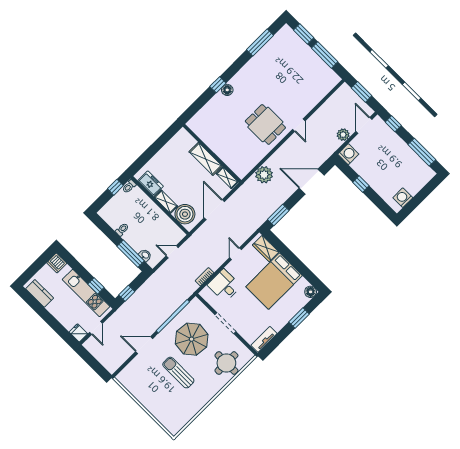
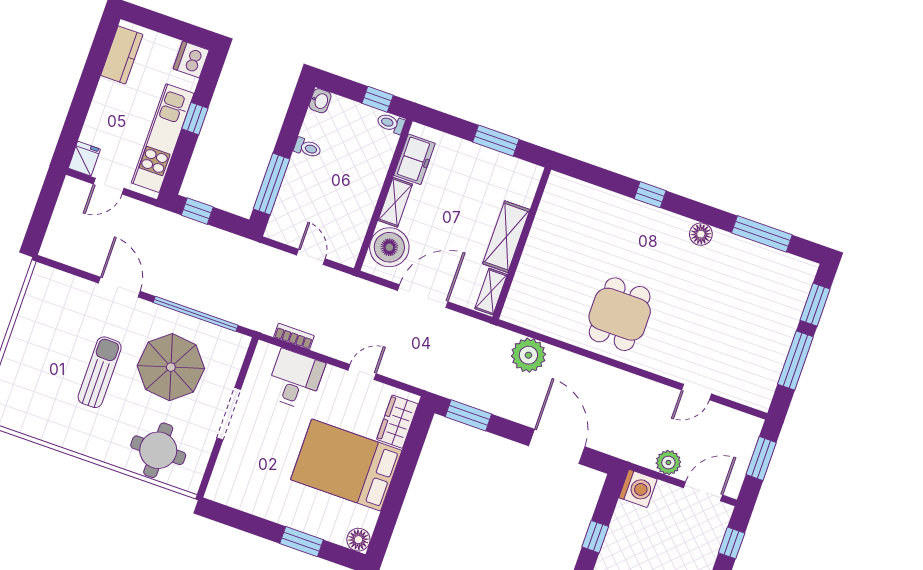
floor lamp: (227, 90) -> (701, 234), moved
door: (299, 125) -> (696, 392), moved
window: (160, 143) -> (496, 141), added
washbasin: (145, 255) -> (320, 101), moved
window: (96, 286) -> (195, 119), moved
tv unit: (264, 339) -> (233, 497), removed

